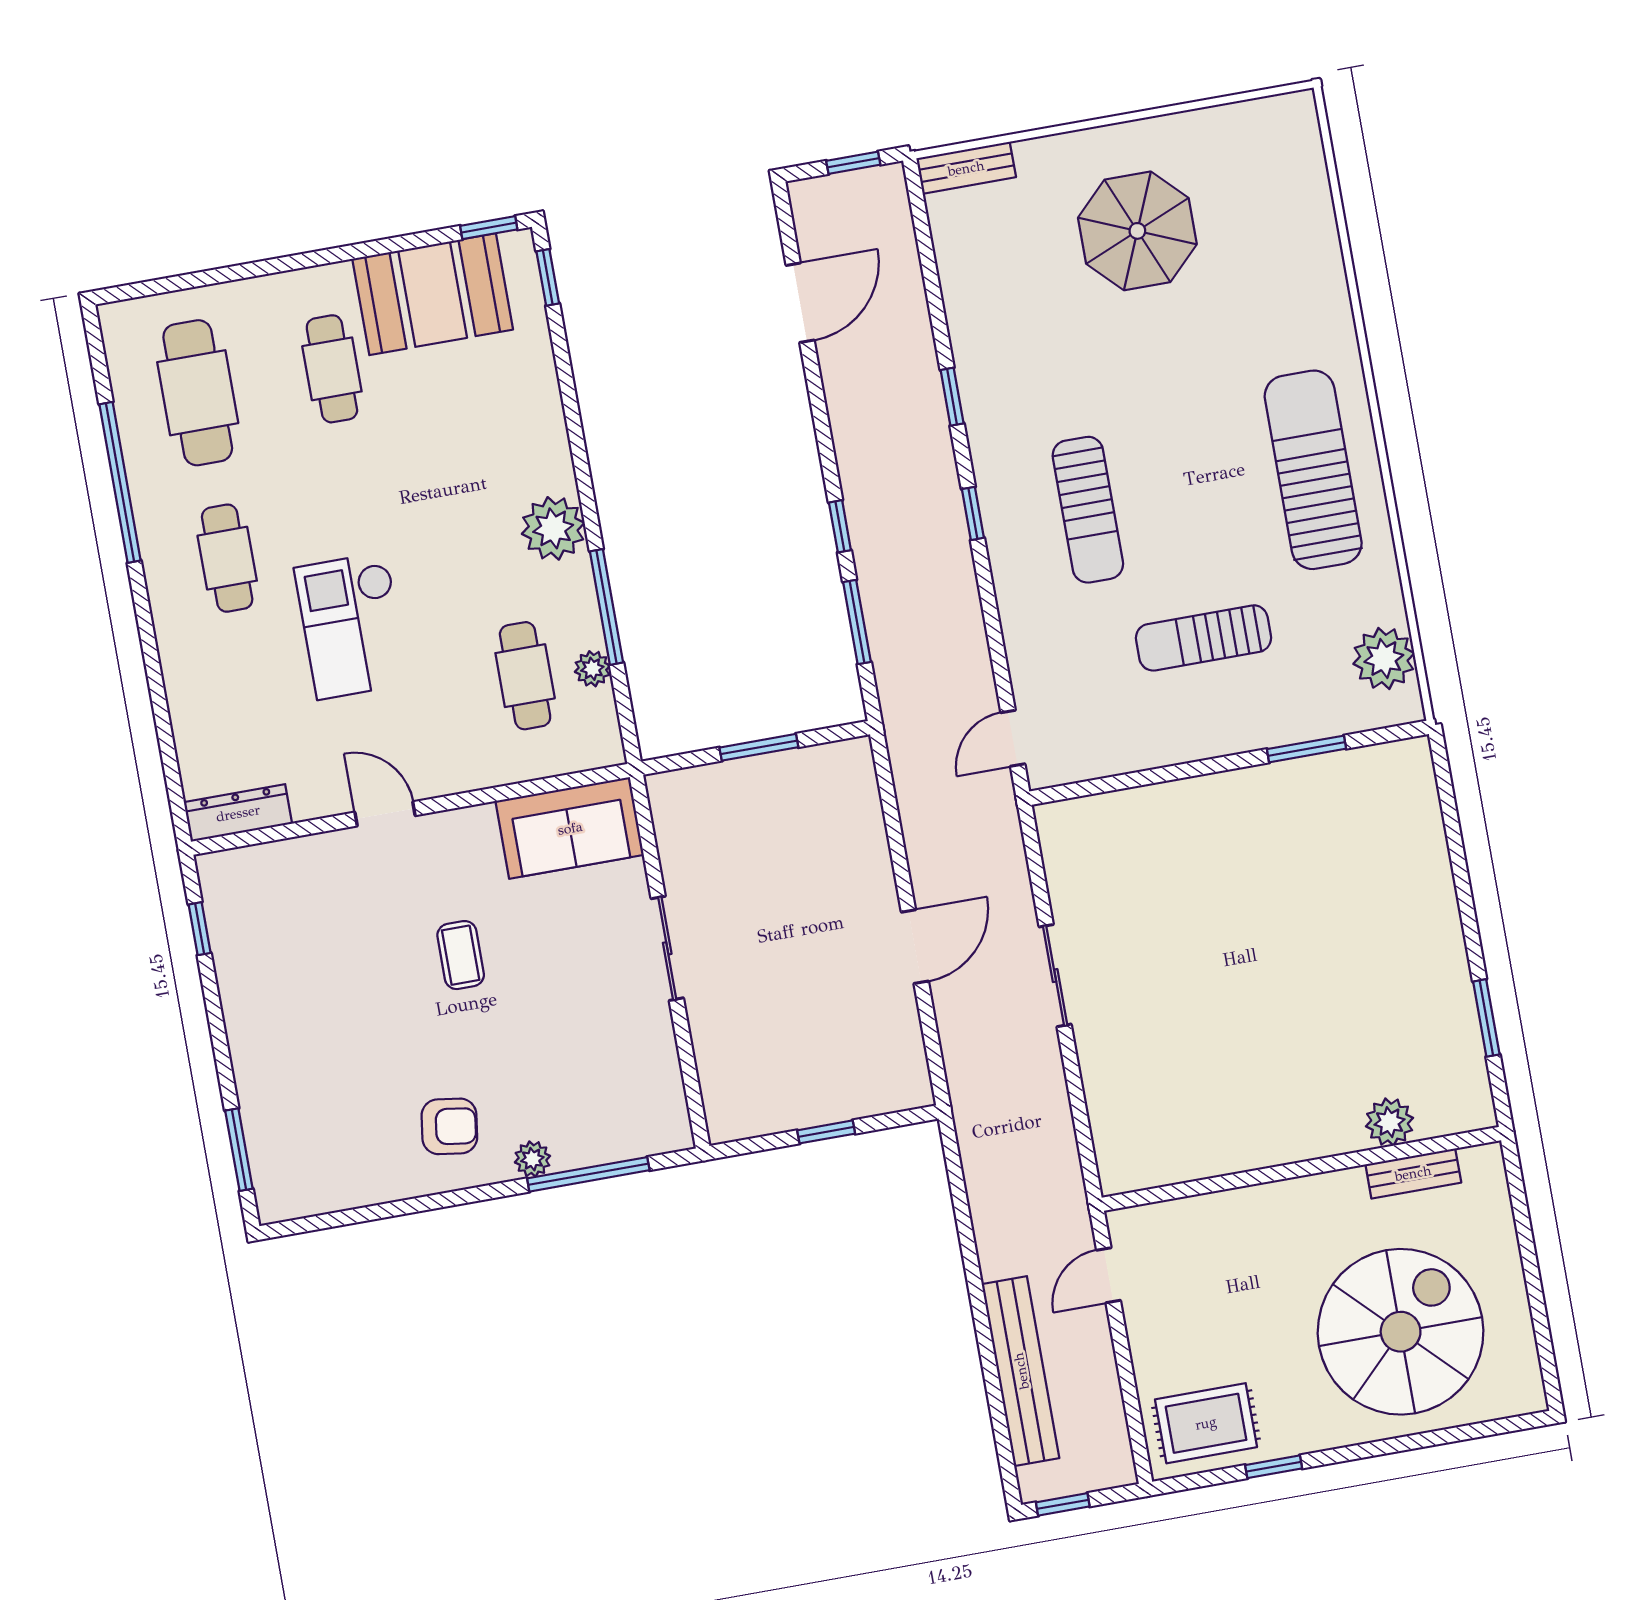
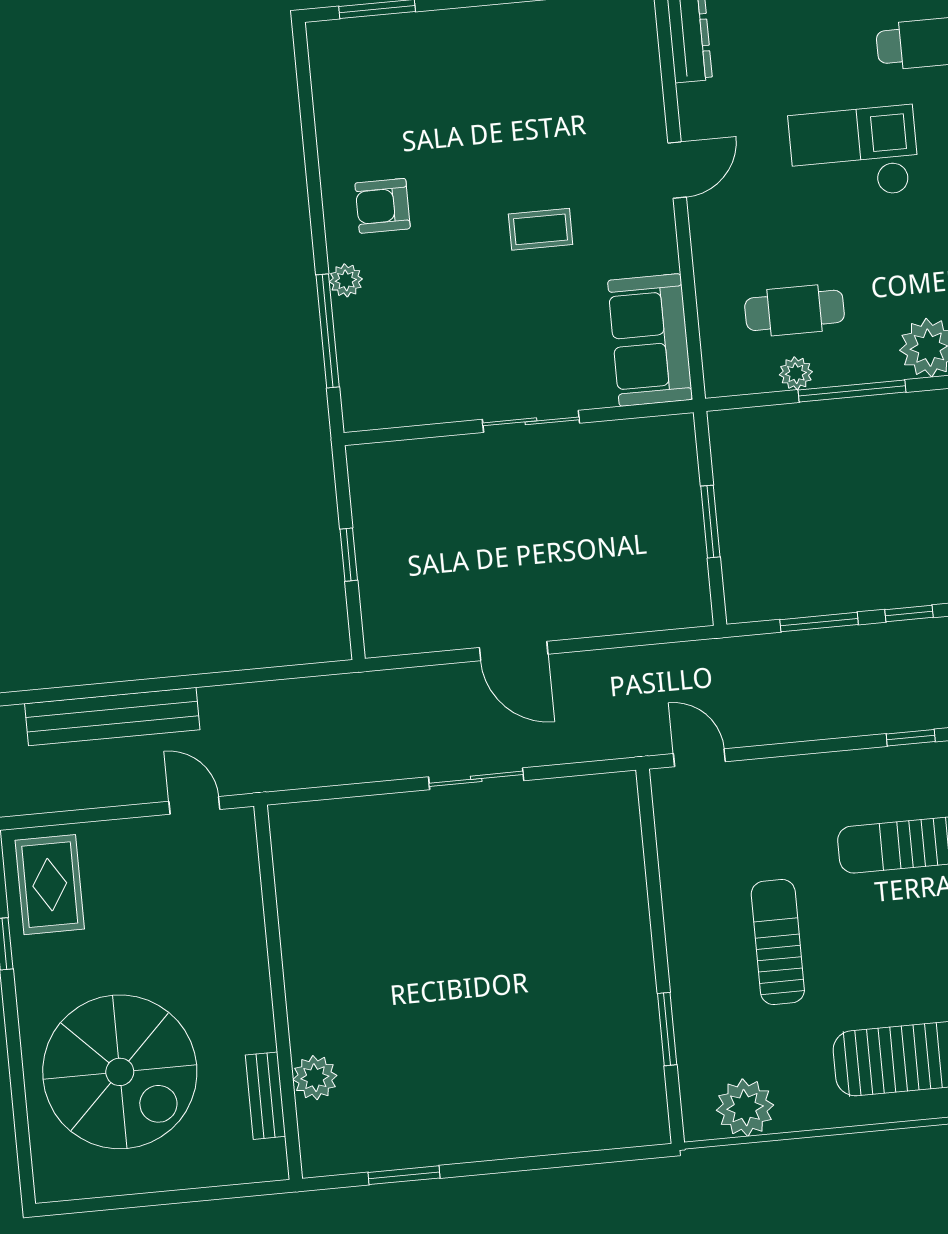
armchair: (449, 1126) -> (383, 206), turned 82

